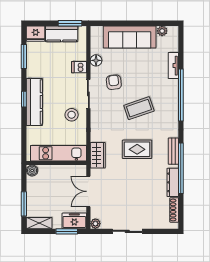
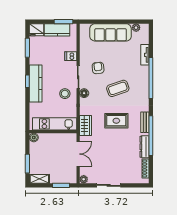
floor lamp: (96, 60) -> (84, 93), moved
double door: (88, 191) -> (78, 154), swing flipped
freezer: (74, 221) -> (67, 177), removed

